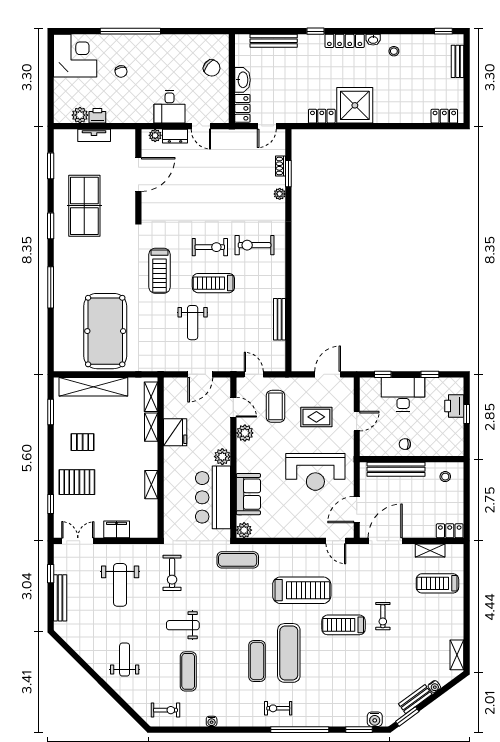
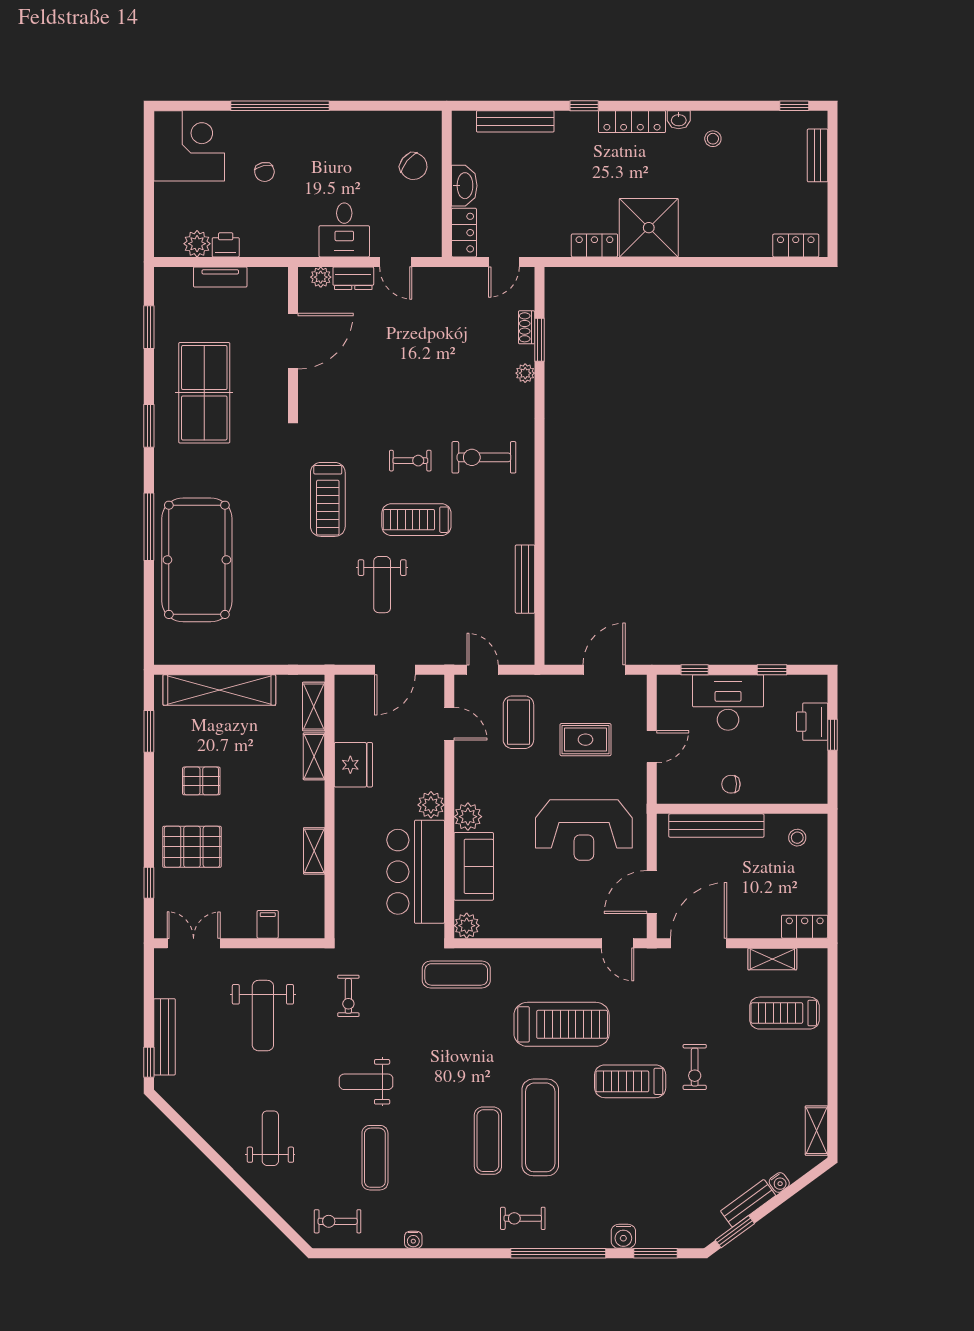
exercise bike: (210, 247) -> (410, 461), width x0.73, depth x0.72
pool table: (105, 331) -> (197, 560), moved
plant: (245, 433) -> (468, 817), moved
filing cabinet: (117, 529) -> (268, 924), width x0.50
exercise bike: (172, 573) -> (348, 996), width x0.73, depth x0.72
window: (51, 574) -> (149, 1062), moved
exercise bike: (165, 710) -> (338, 1221), turned 180
water cooler: (375, 719) -> (623, 1236), moved

